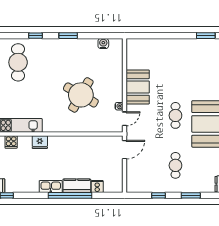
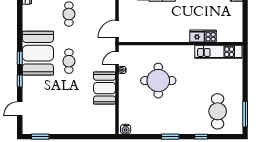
water cooler: (103, 44) -> (126, 129), moved
round table: (81, 95) -> (158, 81), turned -30
cooker: (11, 142) -> (211, 36), moved

